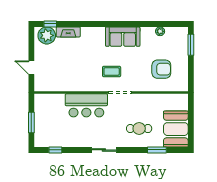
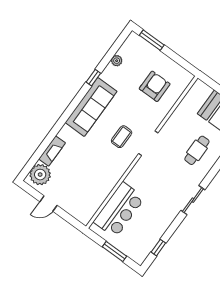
window: (50, 24) -> (93, 78), moved
sofa: (123, 37) -> (91, 107), width x1.36
door: (31, 68) -> (48, 204), moved
bar counter: (86, 105) -> (119, 210), moved

